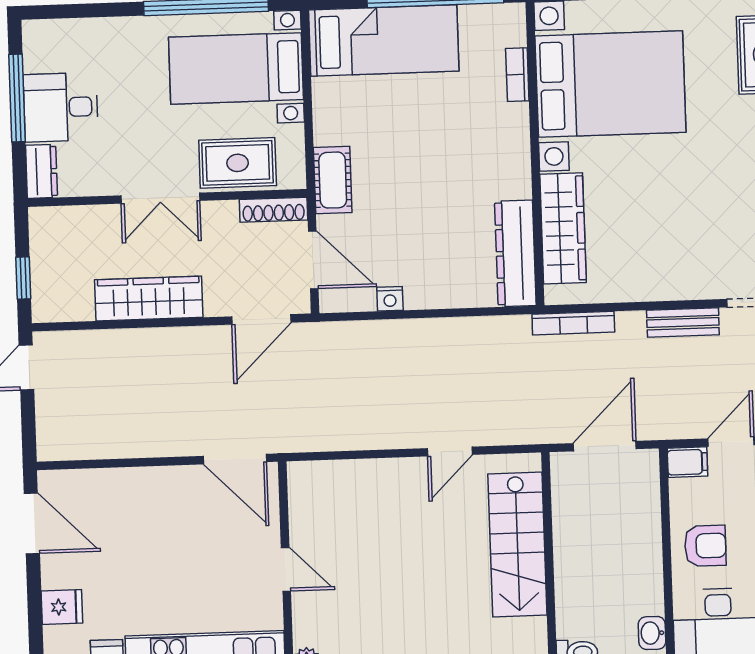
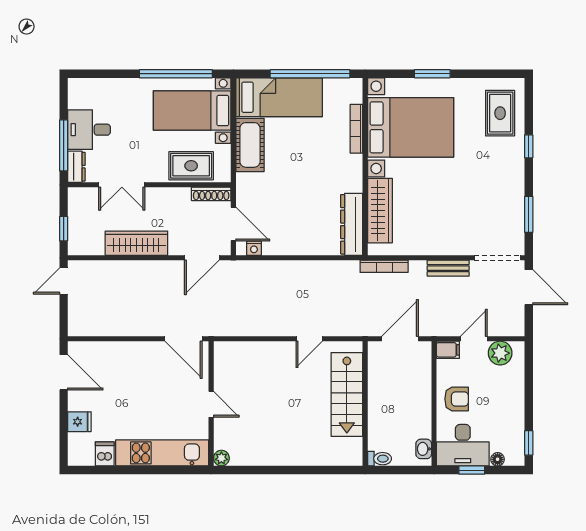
bookcase: (517, 75) -> (356, 129), width x1.56
window: (17, 98) -> (64, 145), moved
cot: (333, 180) -> (250, 145), moved, width x1.37, depth x1.34
double door: (160, 198) -> (122, 185), moved
nightstand: (390, 299) -> (254, 248), moved

